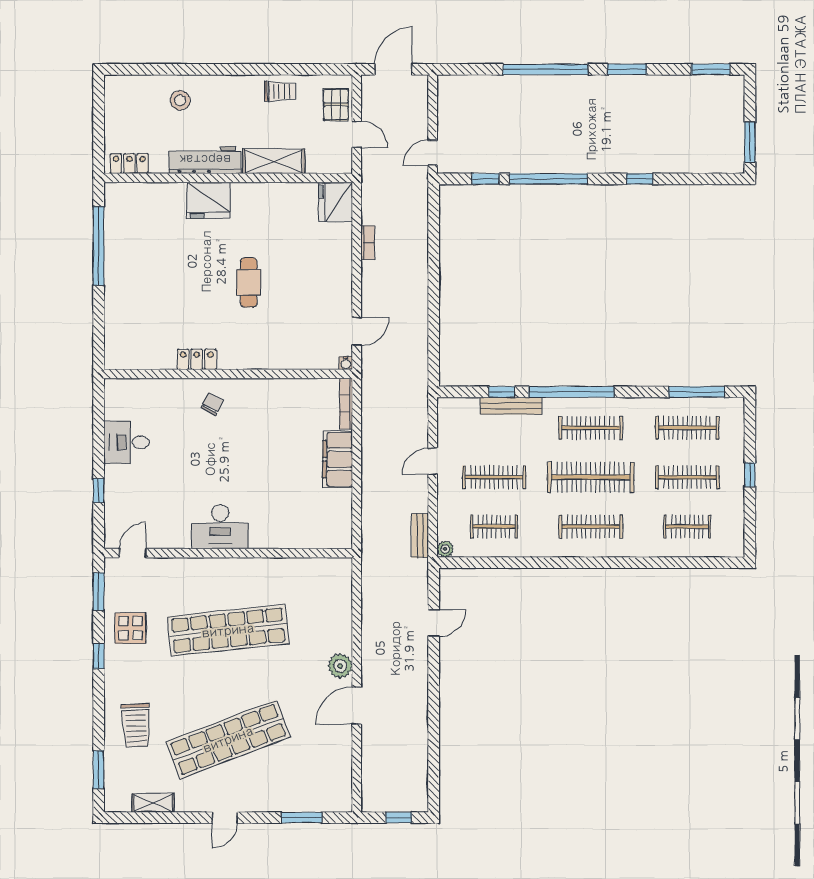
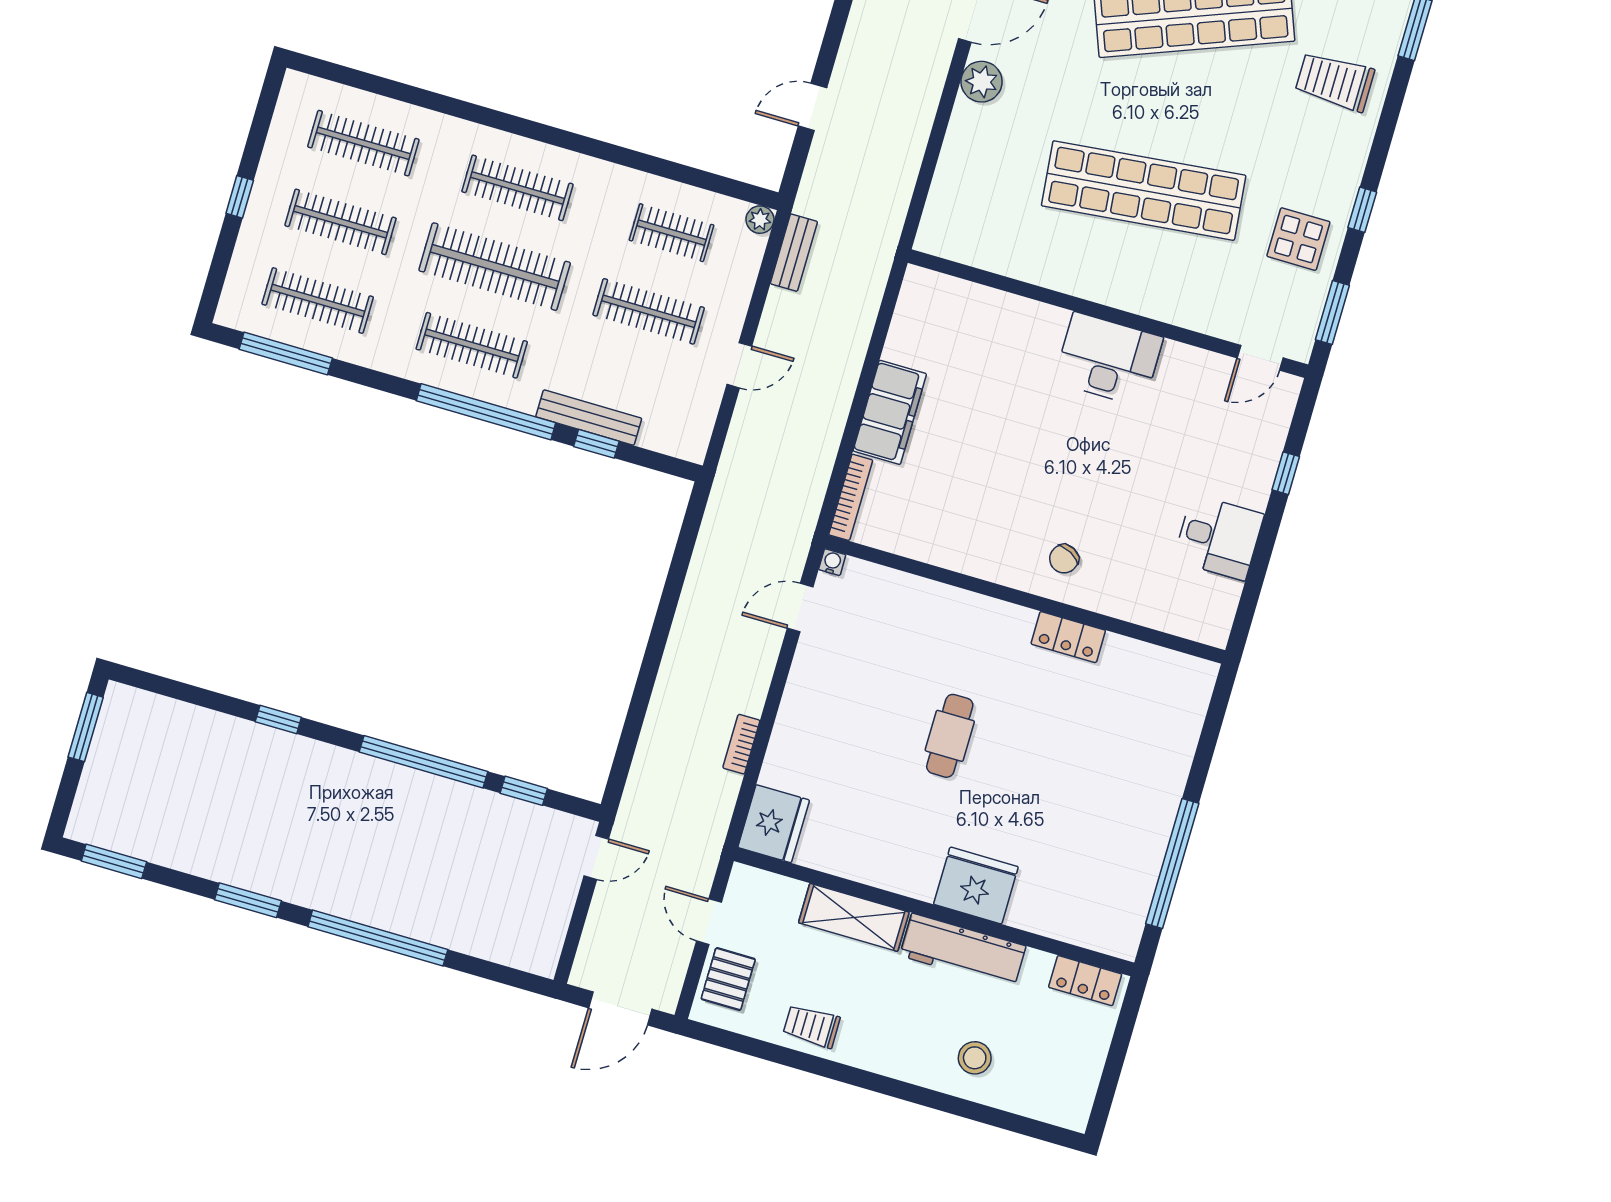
clothes rail: (687, 527) -> (363, 143), width x1.36
trolley: (136, 725) -> (1335, 81), turned -87

